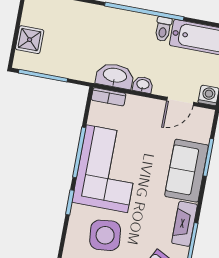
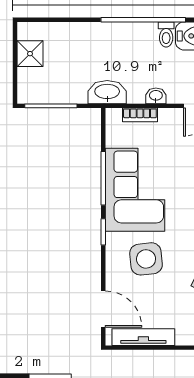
shower: (30, 40) -> (30, 54), moved
washbasin: (115, 76) -> (107, 92), moved
bookcase: (109, 97) -> (140, 115), moved

